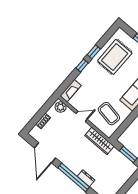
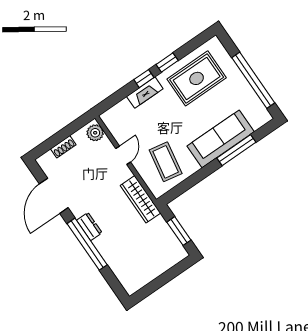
fireplace: (70, 91) -> (145, 93), moved
door: (82, 116) -> (123, 155), hinge flipped
dresser: (86, 178) -> (89, 227), moved

